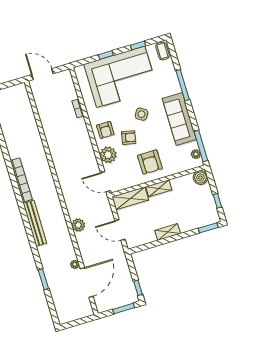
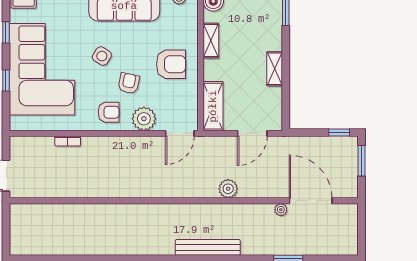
bookcase: (21, 180) -> (143, 248), removed
shelving: (159, 188) -> (211, 41), moved

